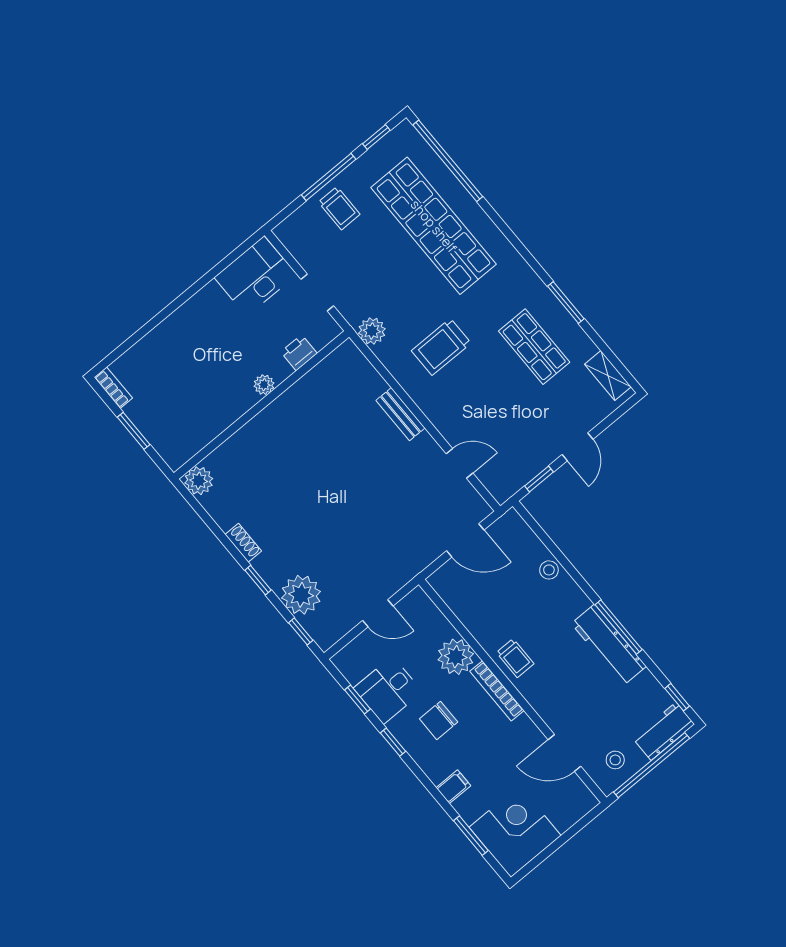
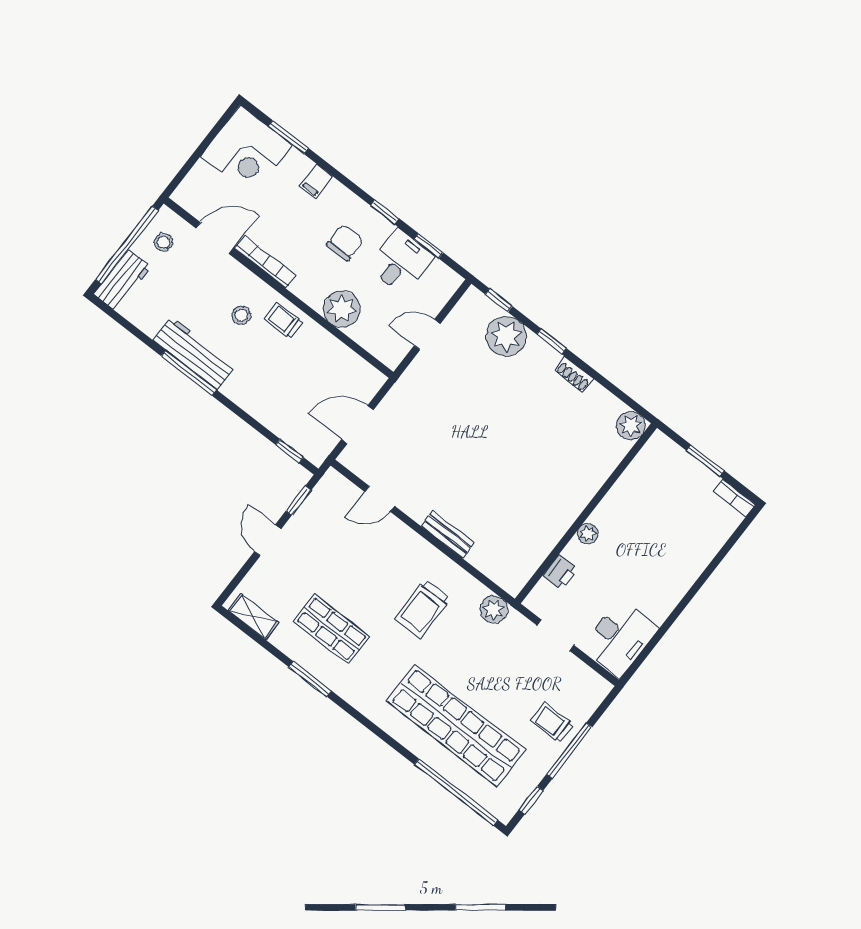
trolley: (441, 347) -> (423, 609), turned 180
stool: (549, 570) -> (241, 315), moved
bookcase: (497, 691) -> (265, 262), moved
window: (677, 697) -> (289, 451), moved

